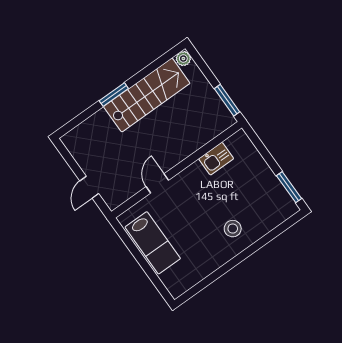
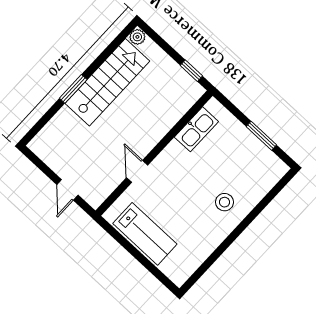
window: (227, 100) -> (191, 71), width x0.67
kitchen sink: (216, 159) -> (196, 129), width x1.38
window: (289, 187) -> (261, 136), moved

